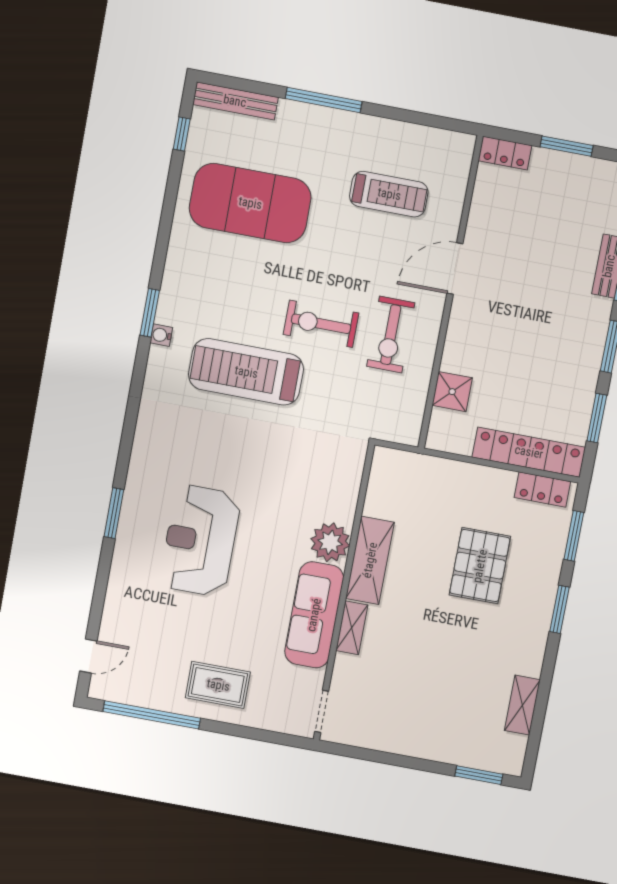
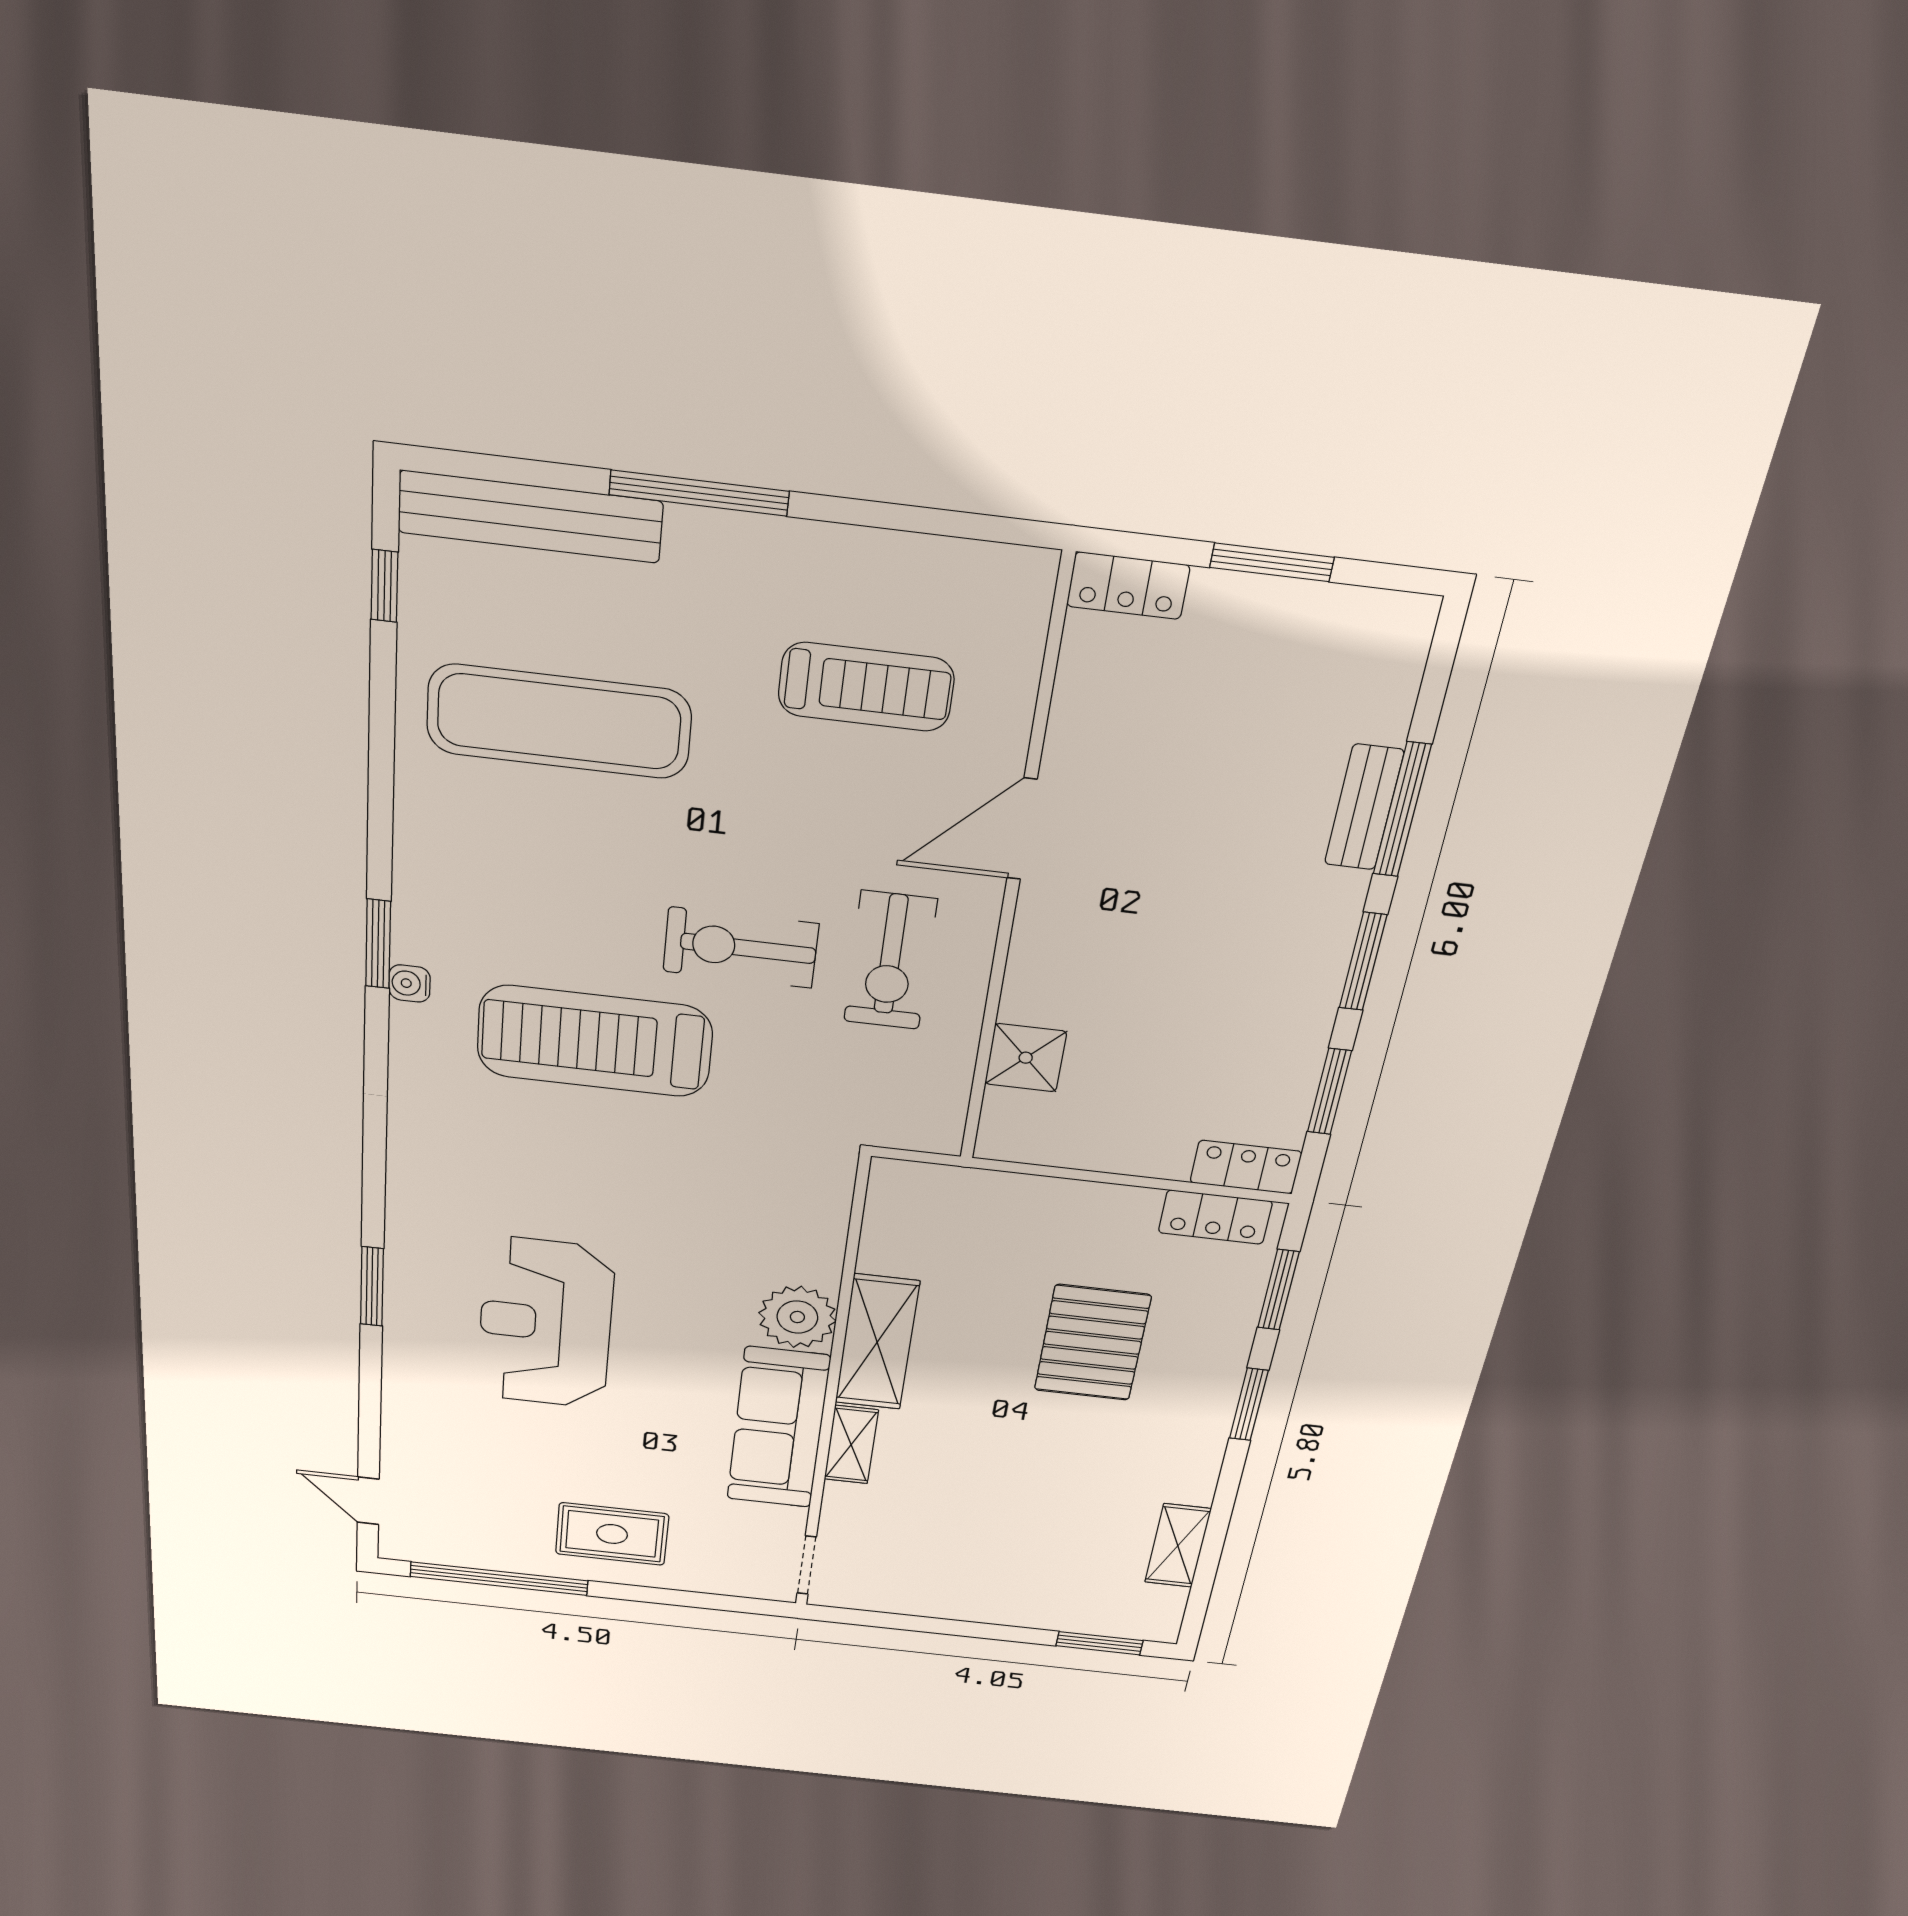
bench: (235, 101) -> (530, 517), width x1.37, depth x1.21
exercise mat: (250, 203) -> (559, 722), width x0.68
locker: (529, 452) -> (1246, 1167), width x0.46, depth x0.83
door: (88, 656) -> (368, 1501), swing flipped

